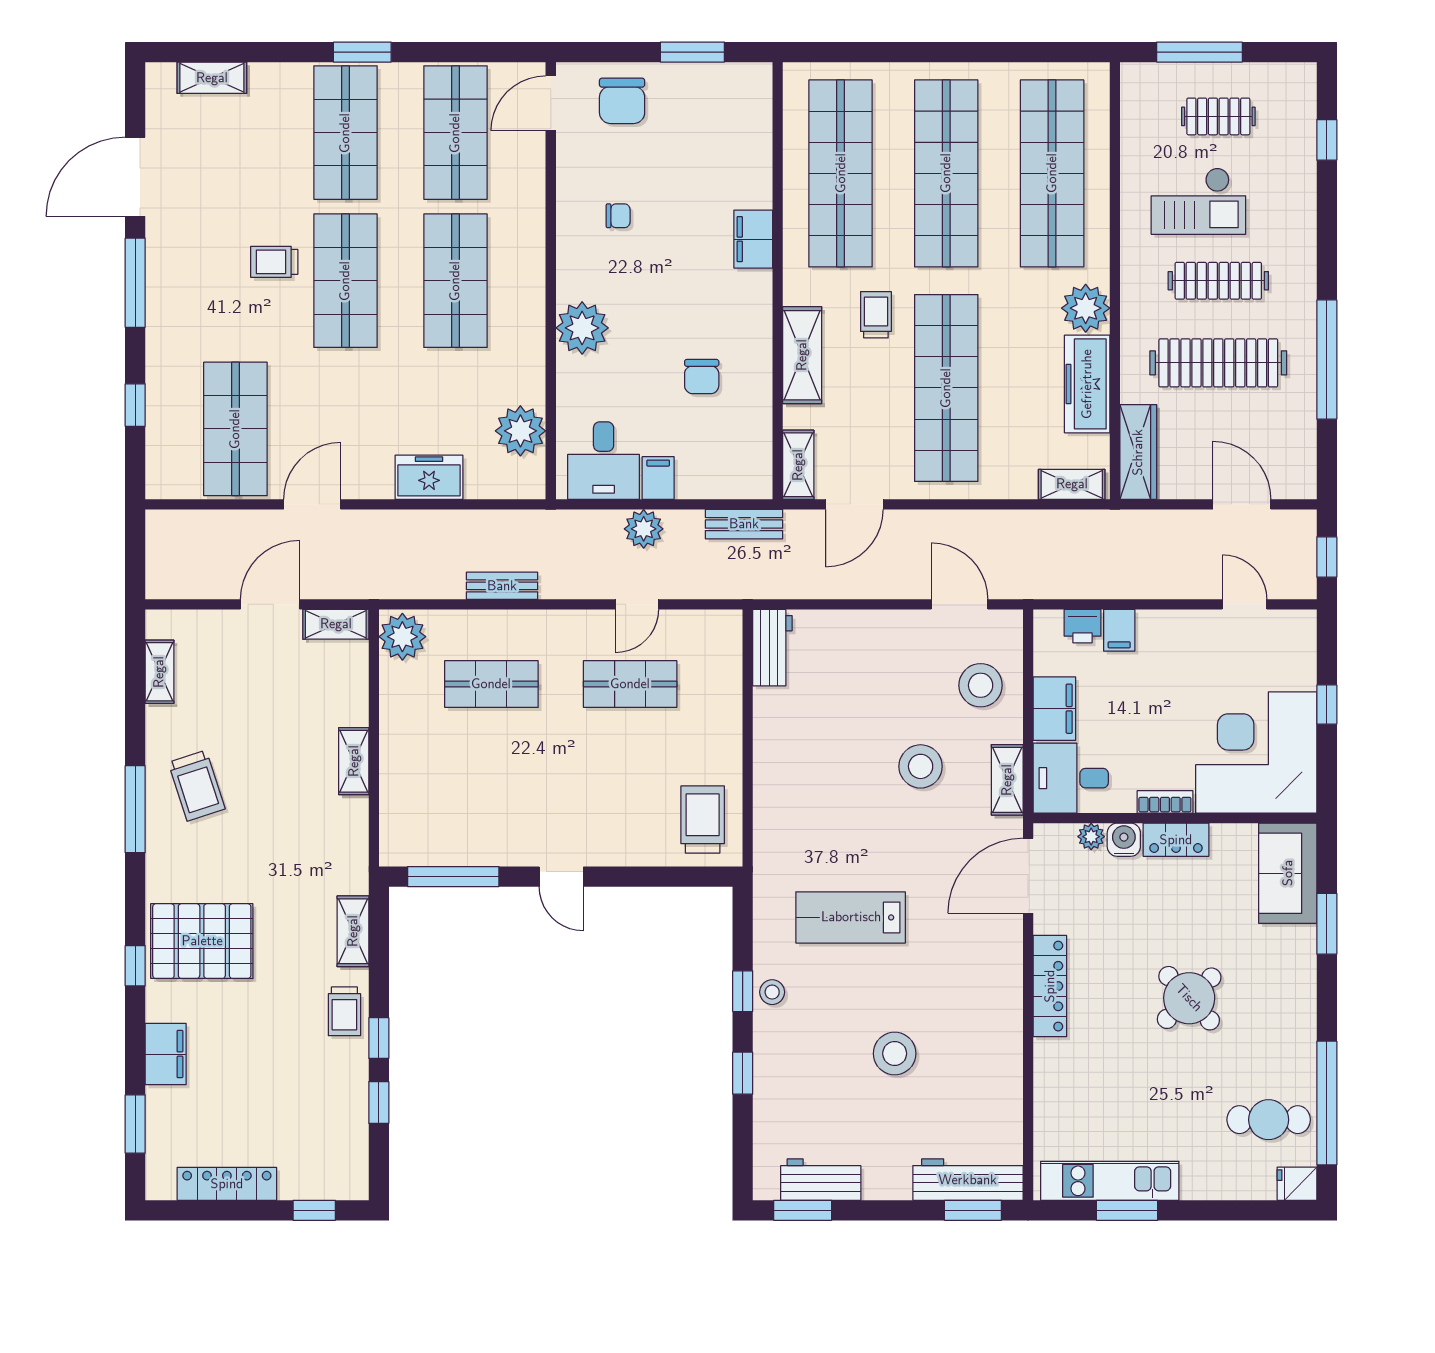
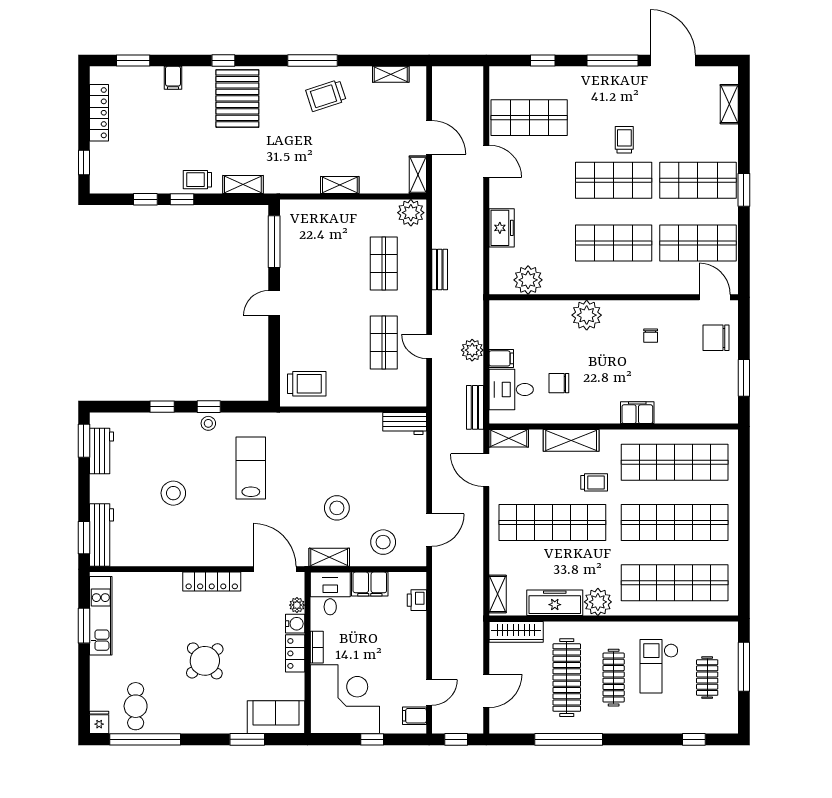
desk: (604, 461) -> (511, 390), moved
filing cabinet: (1119, 630) -> (414, 716), moved
filing cabinet: (166, 1054) -> (173, 78), width x0.50

